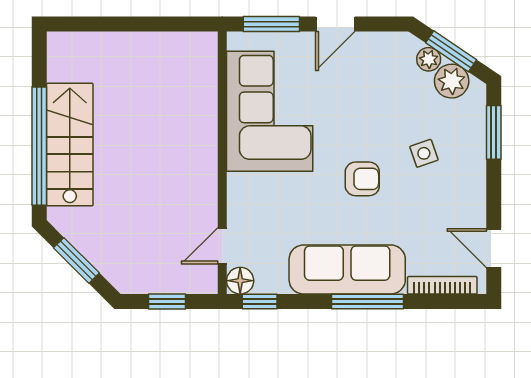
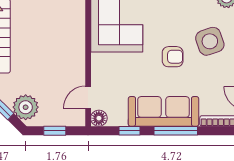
side table: (424, 153) -> (210, 41), width x1.87, depth x1.87
plant: (119, 263) -> (26, 107), added
window: (260, 302) -> (129, 131), moved

